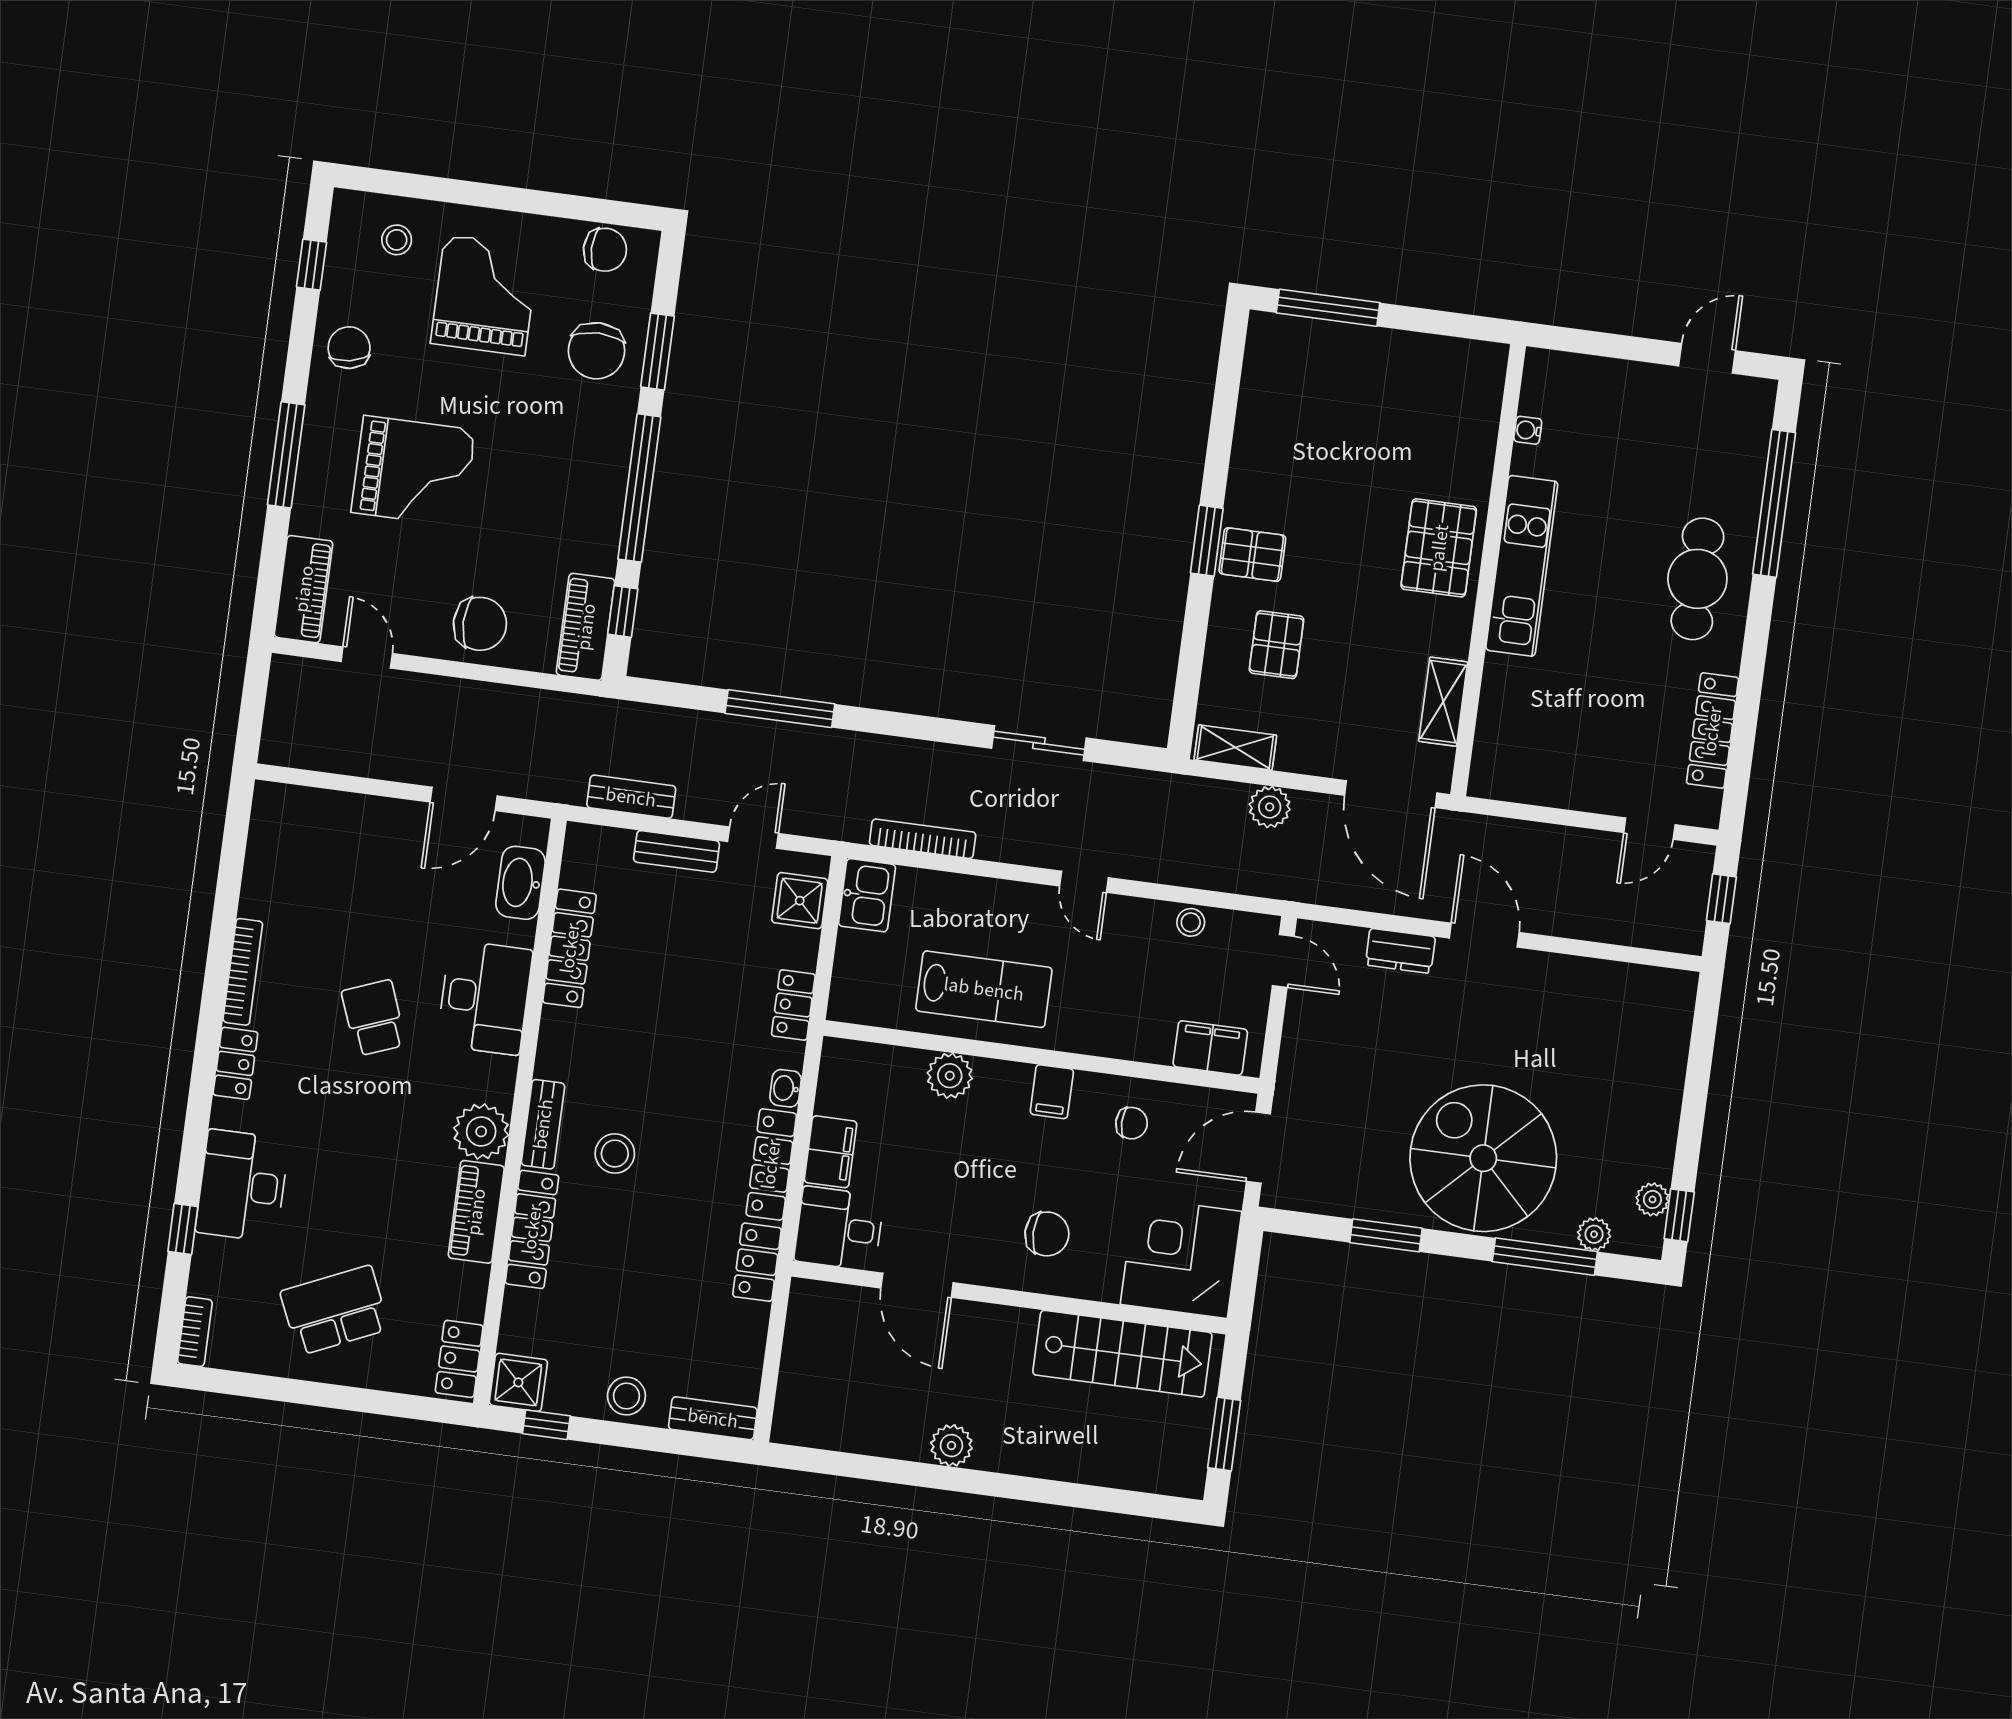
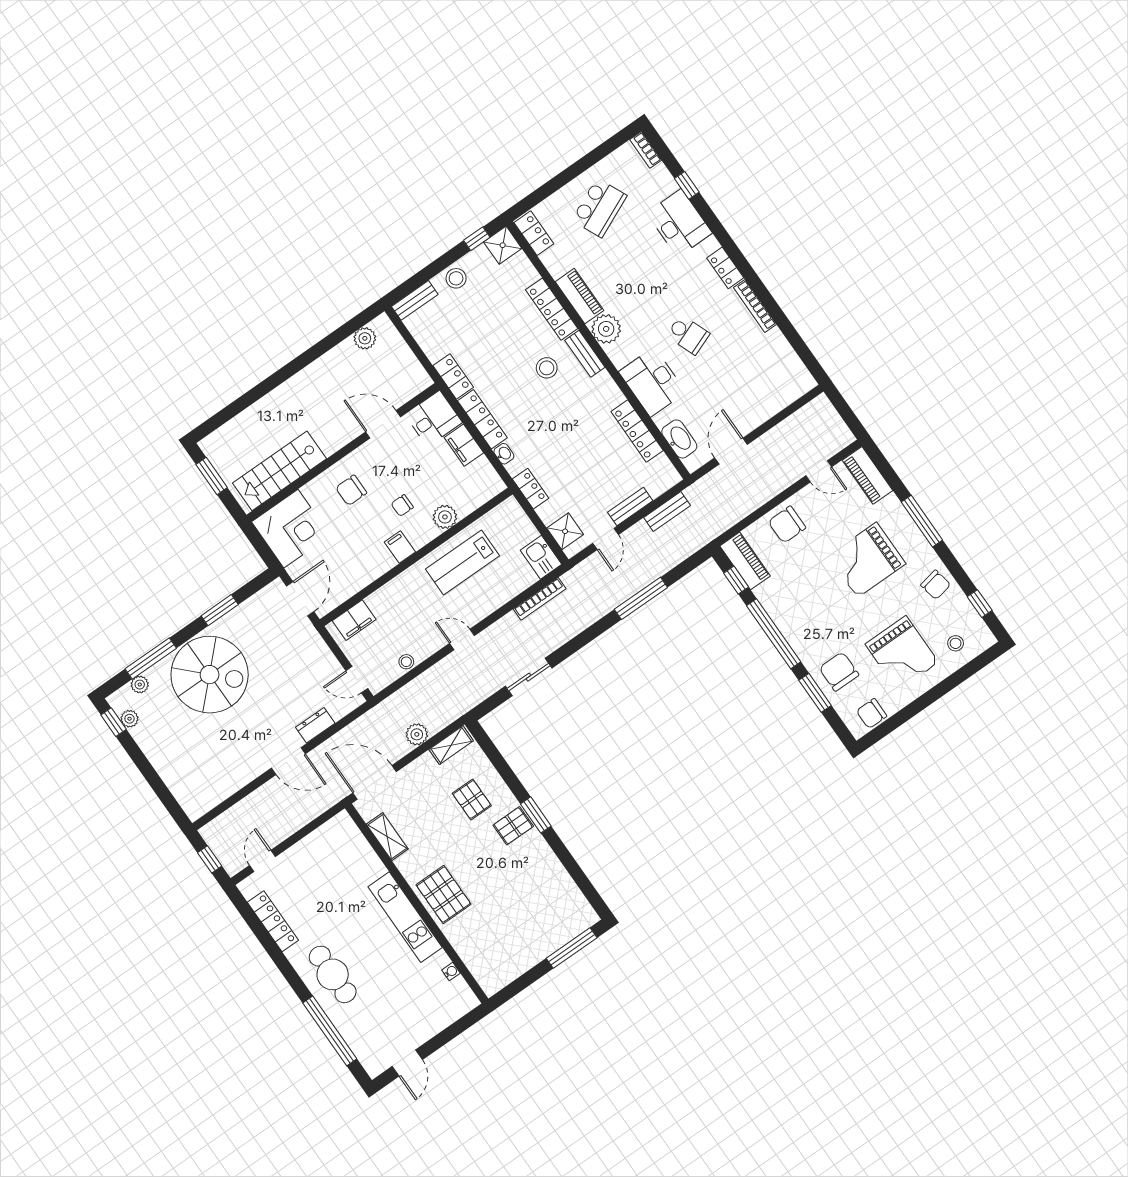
chair: (1132, 1123) -> (402, 505), moved
plant: (951, 1446) -> (365, 338), moved

